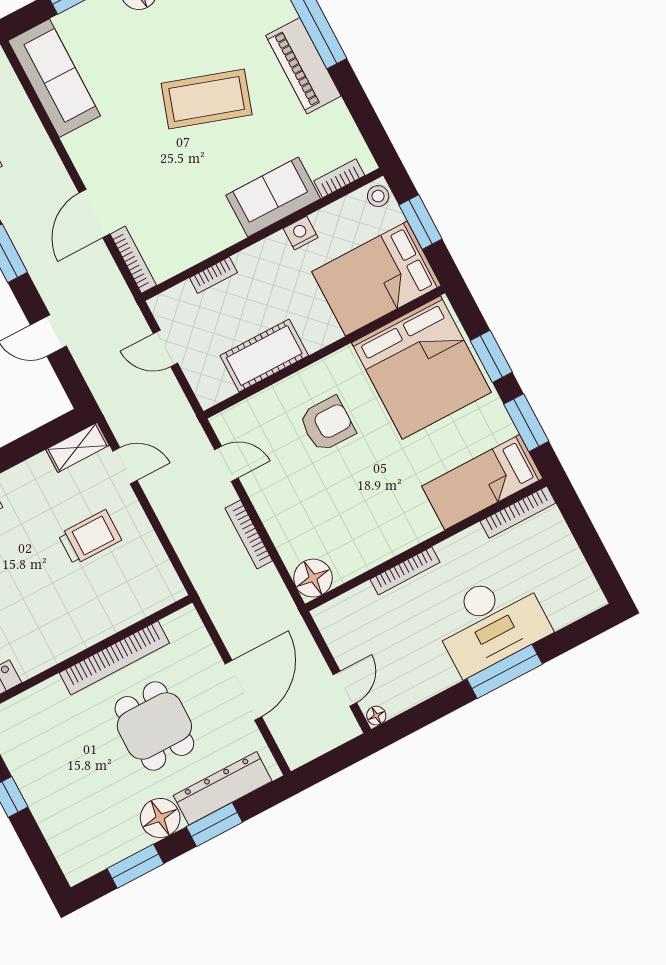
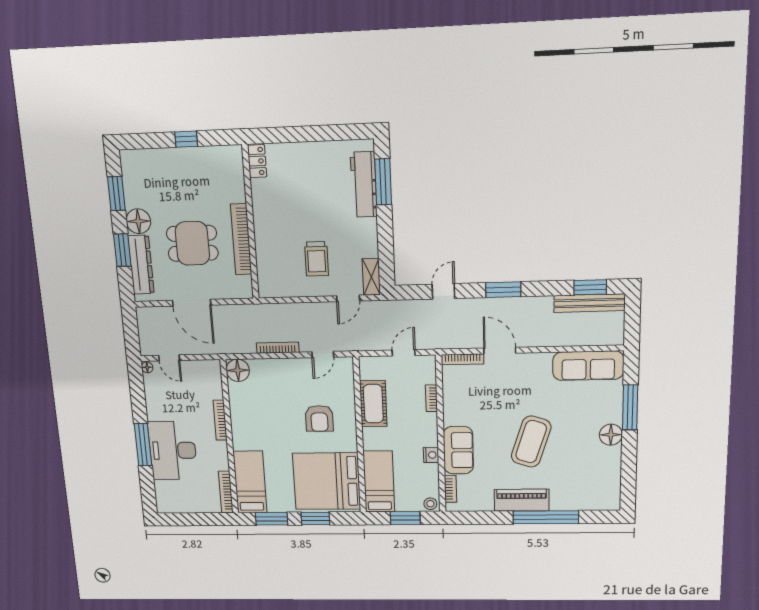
bed: (376, 279) -> (379, 482), width x0.67

